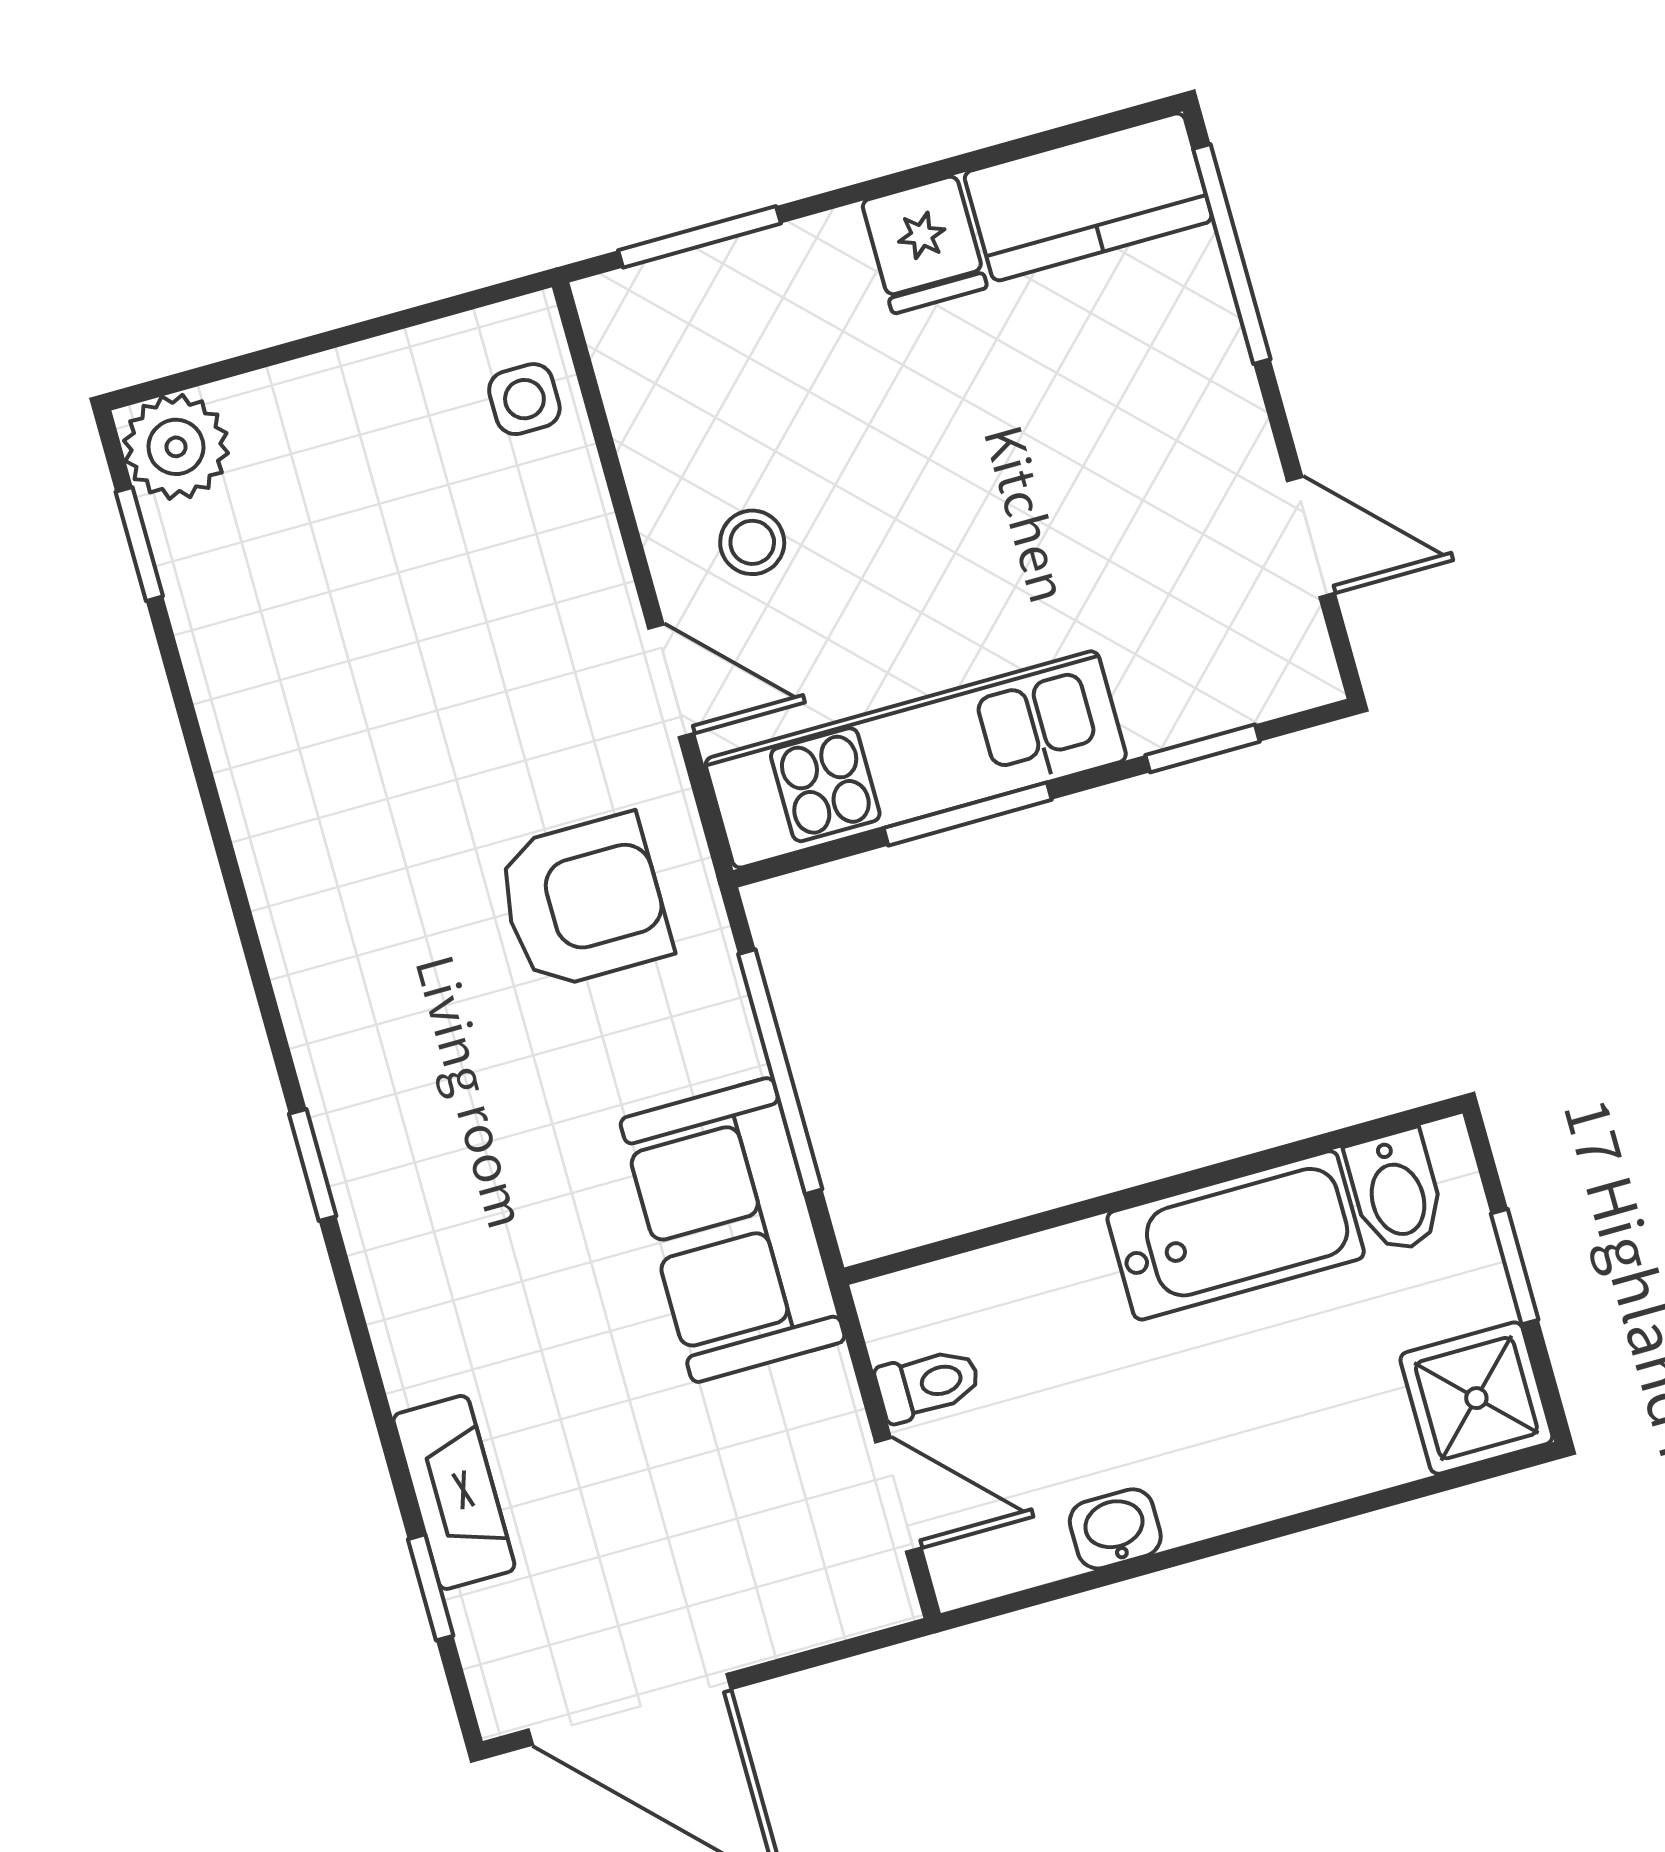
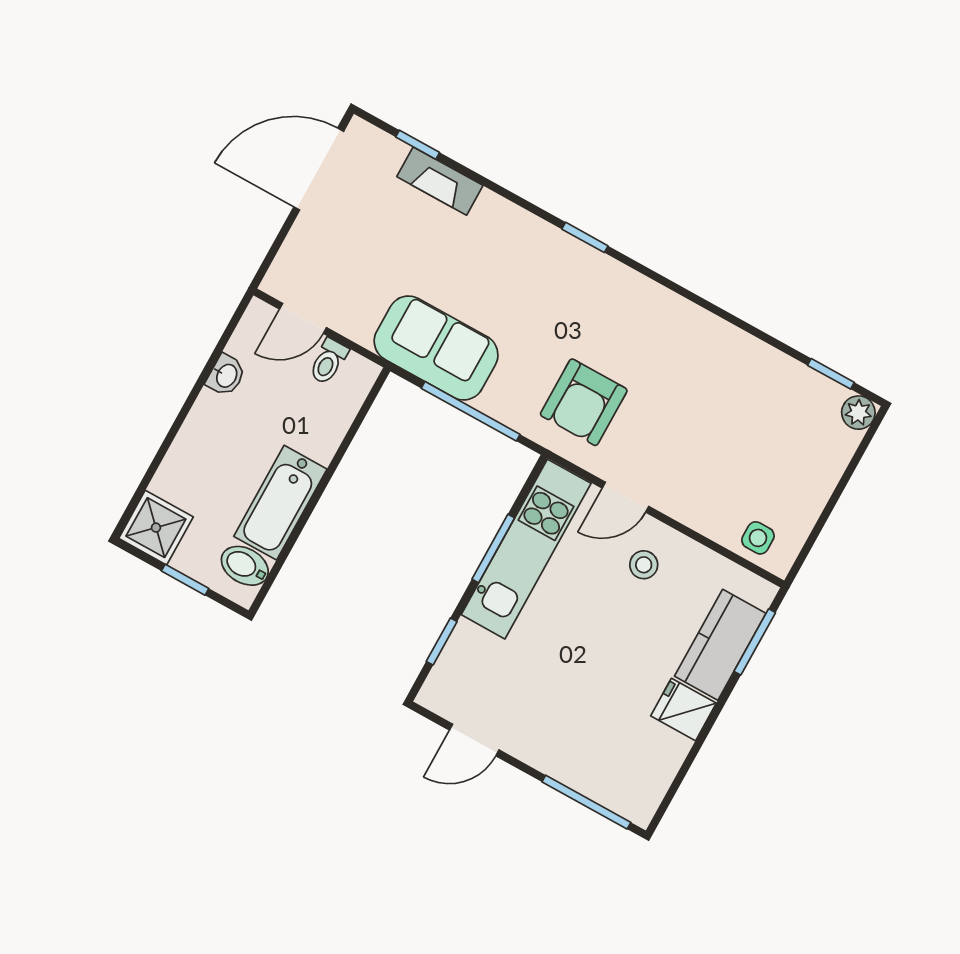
kitchen counter: (1088, 197) -> (720, 645), moved
plant: (176, 447) -> (858, 413), width x0.73, depth x0.73

